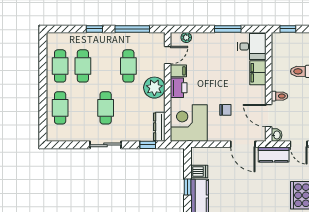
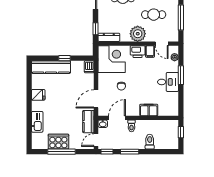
window: (228, 29) -> (181, 75), moved
desk: (252, 46) -> (168, 82), moved, turned -90
dishwasher: (199, 172) -> (89, 67), moved

